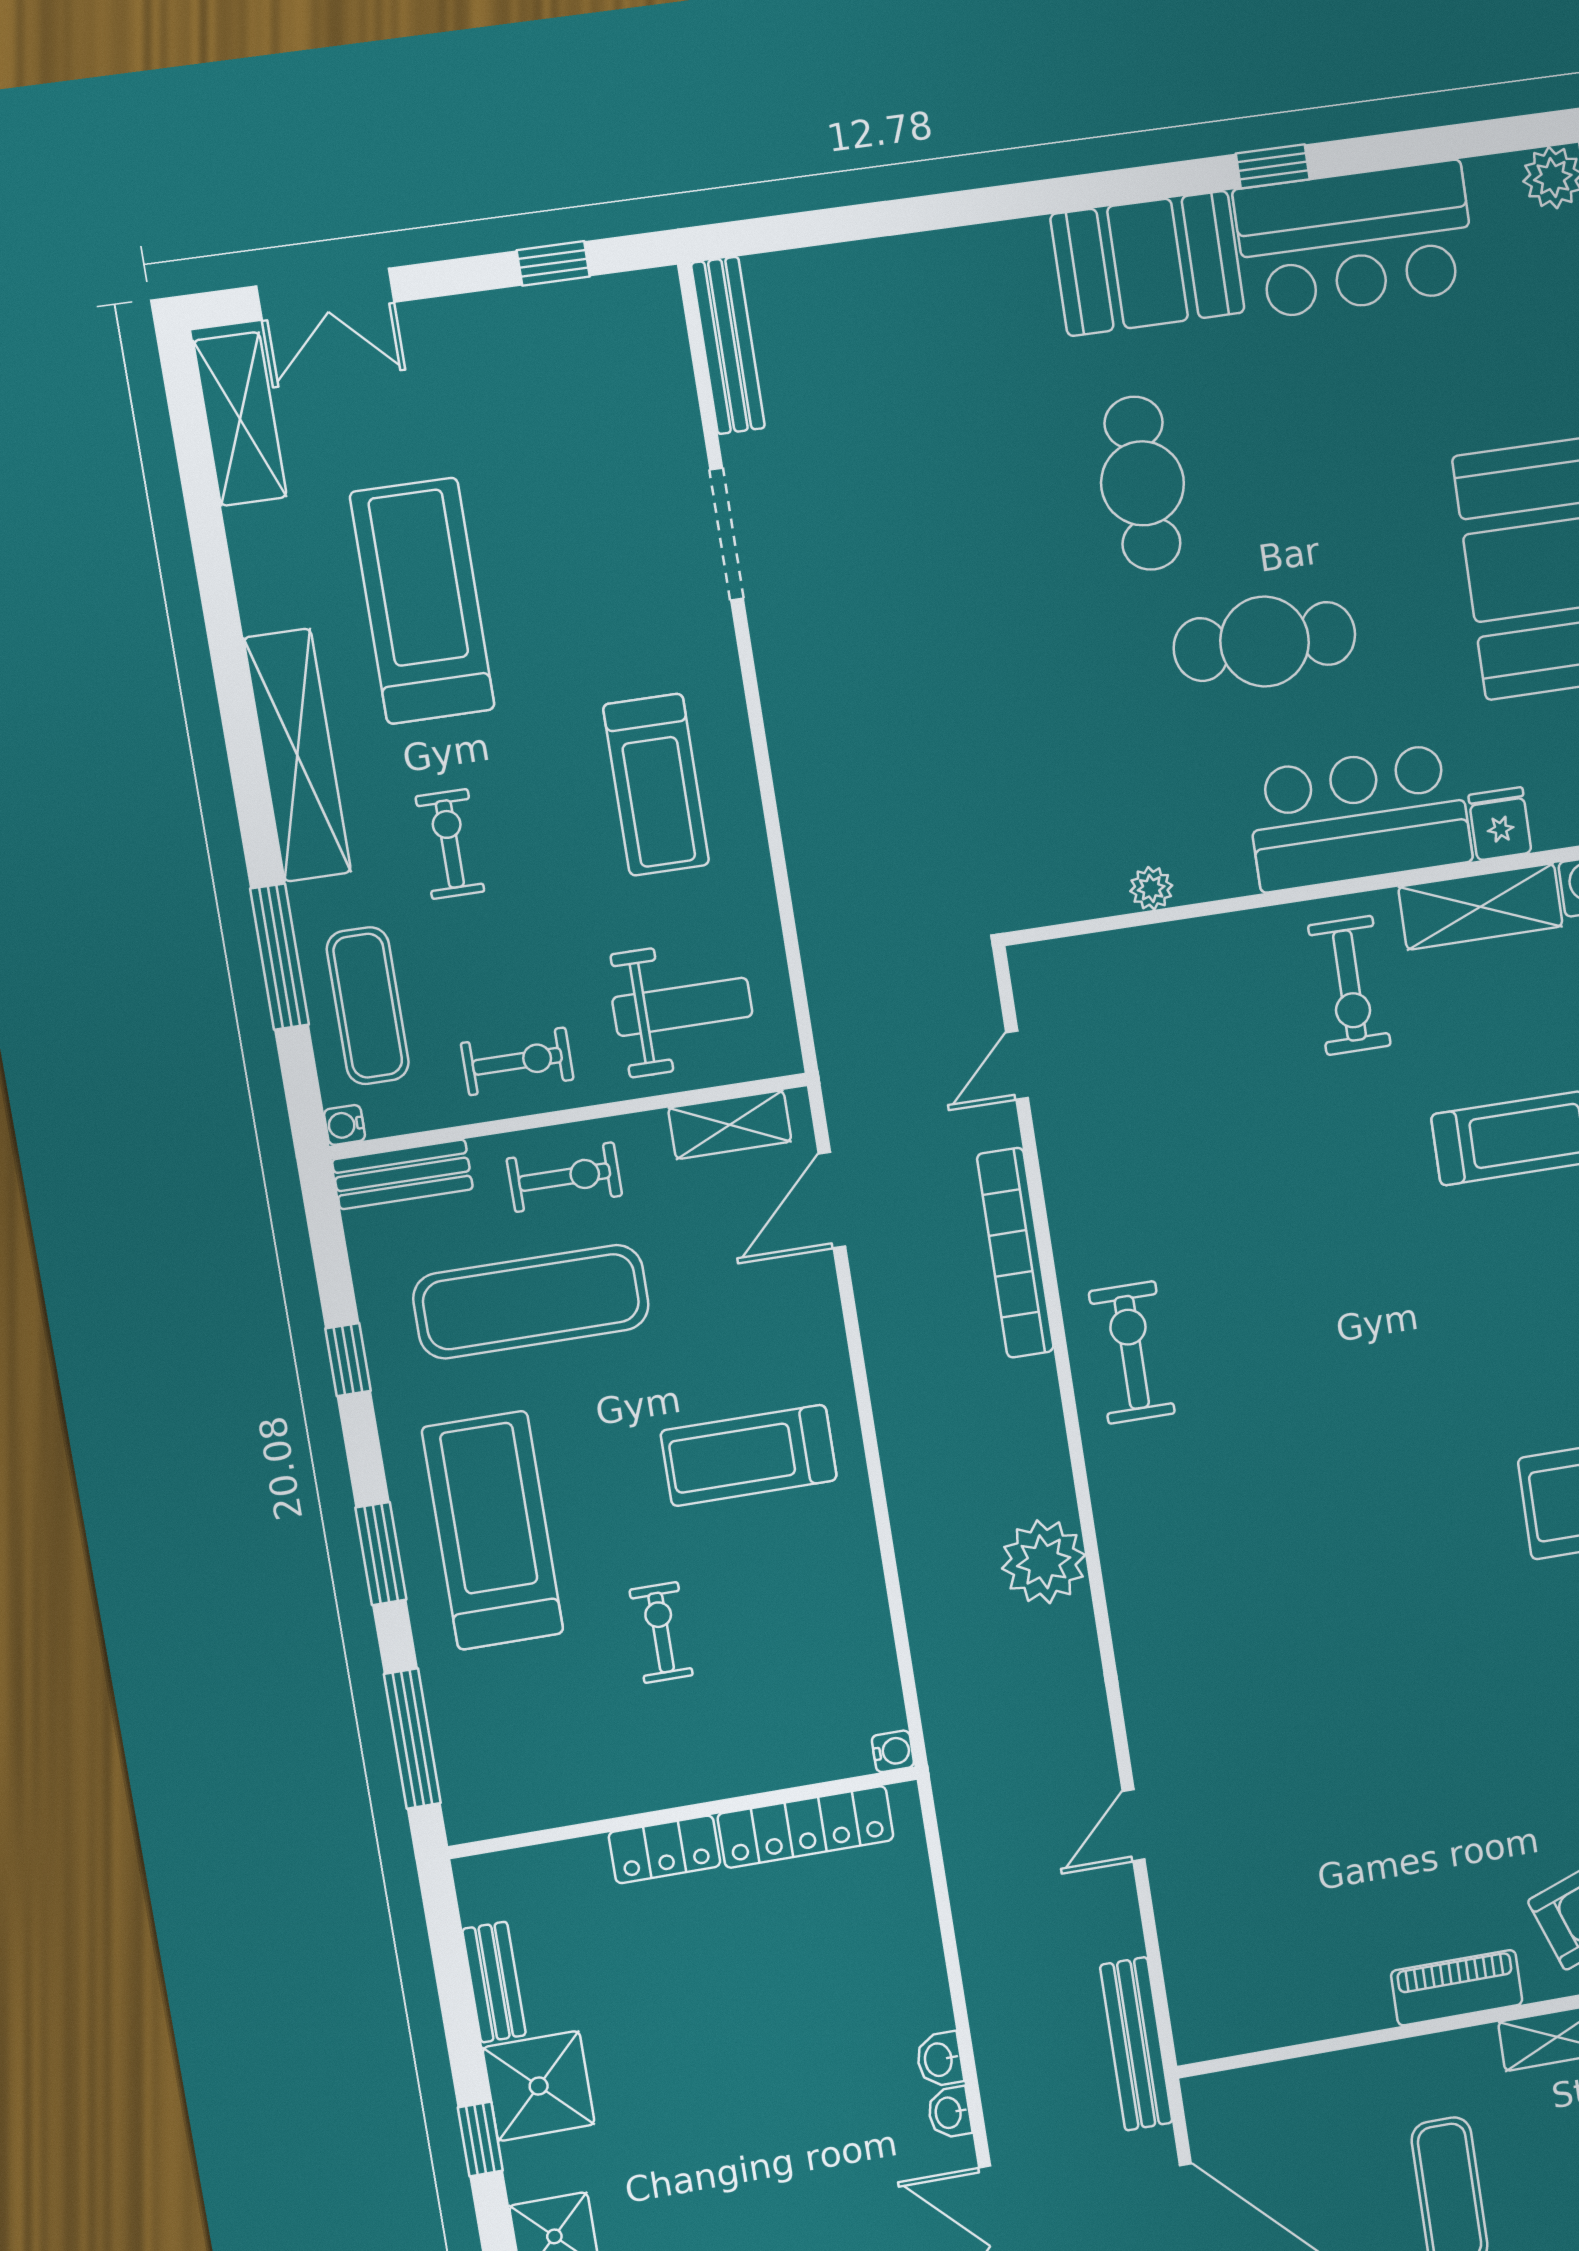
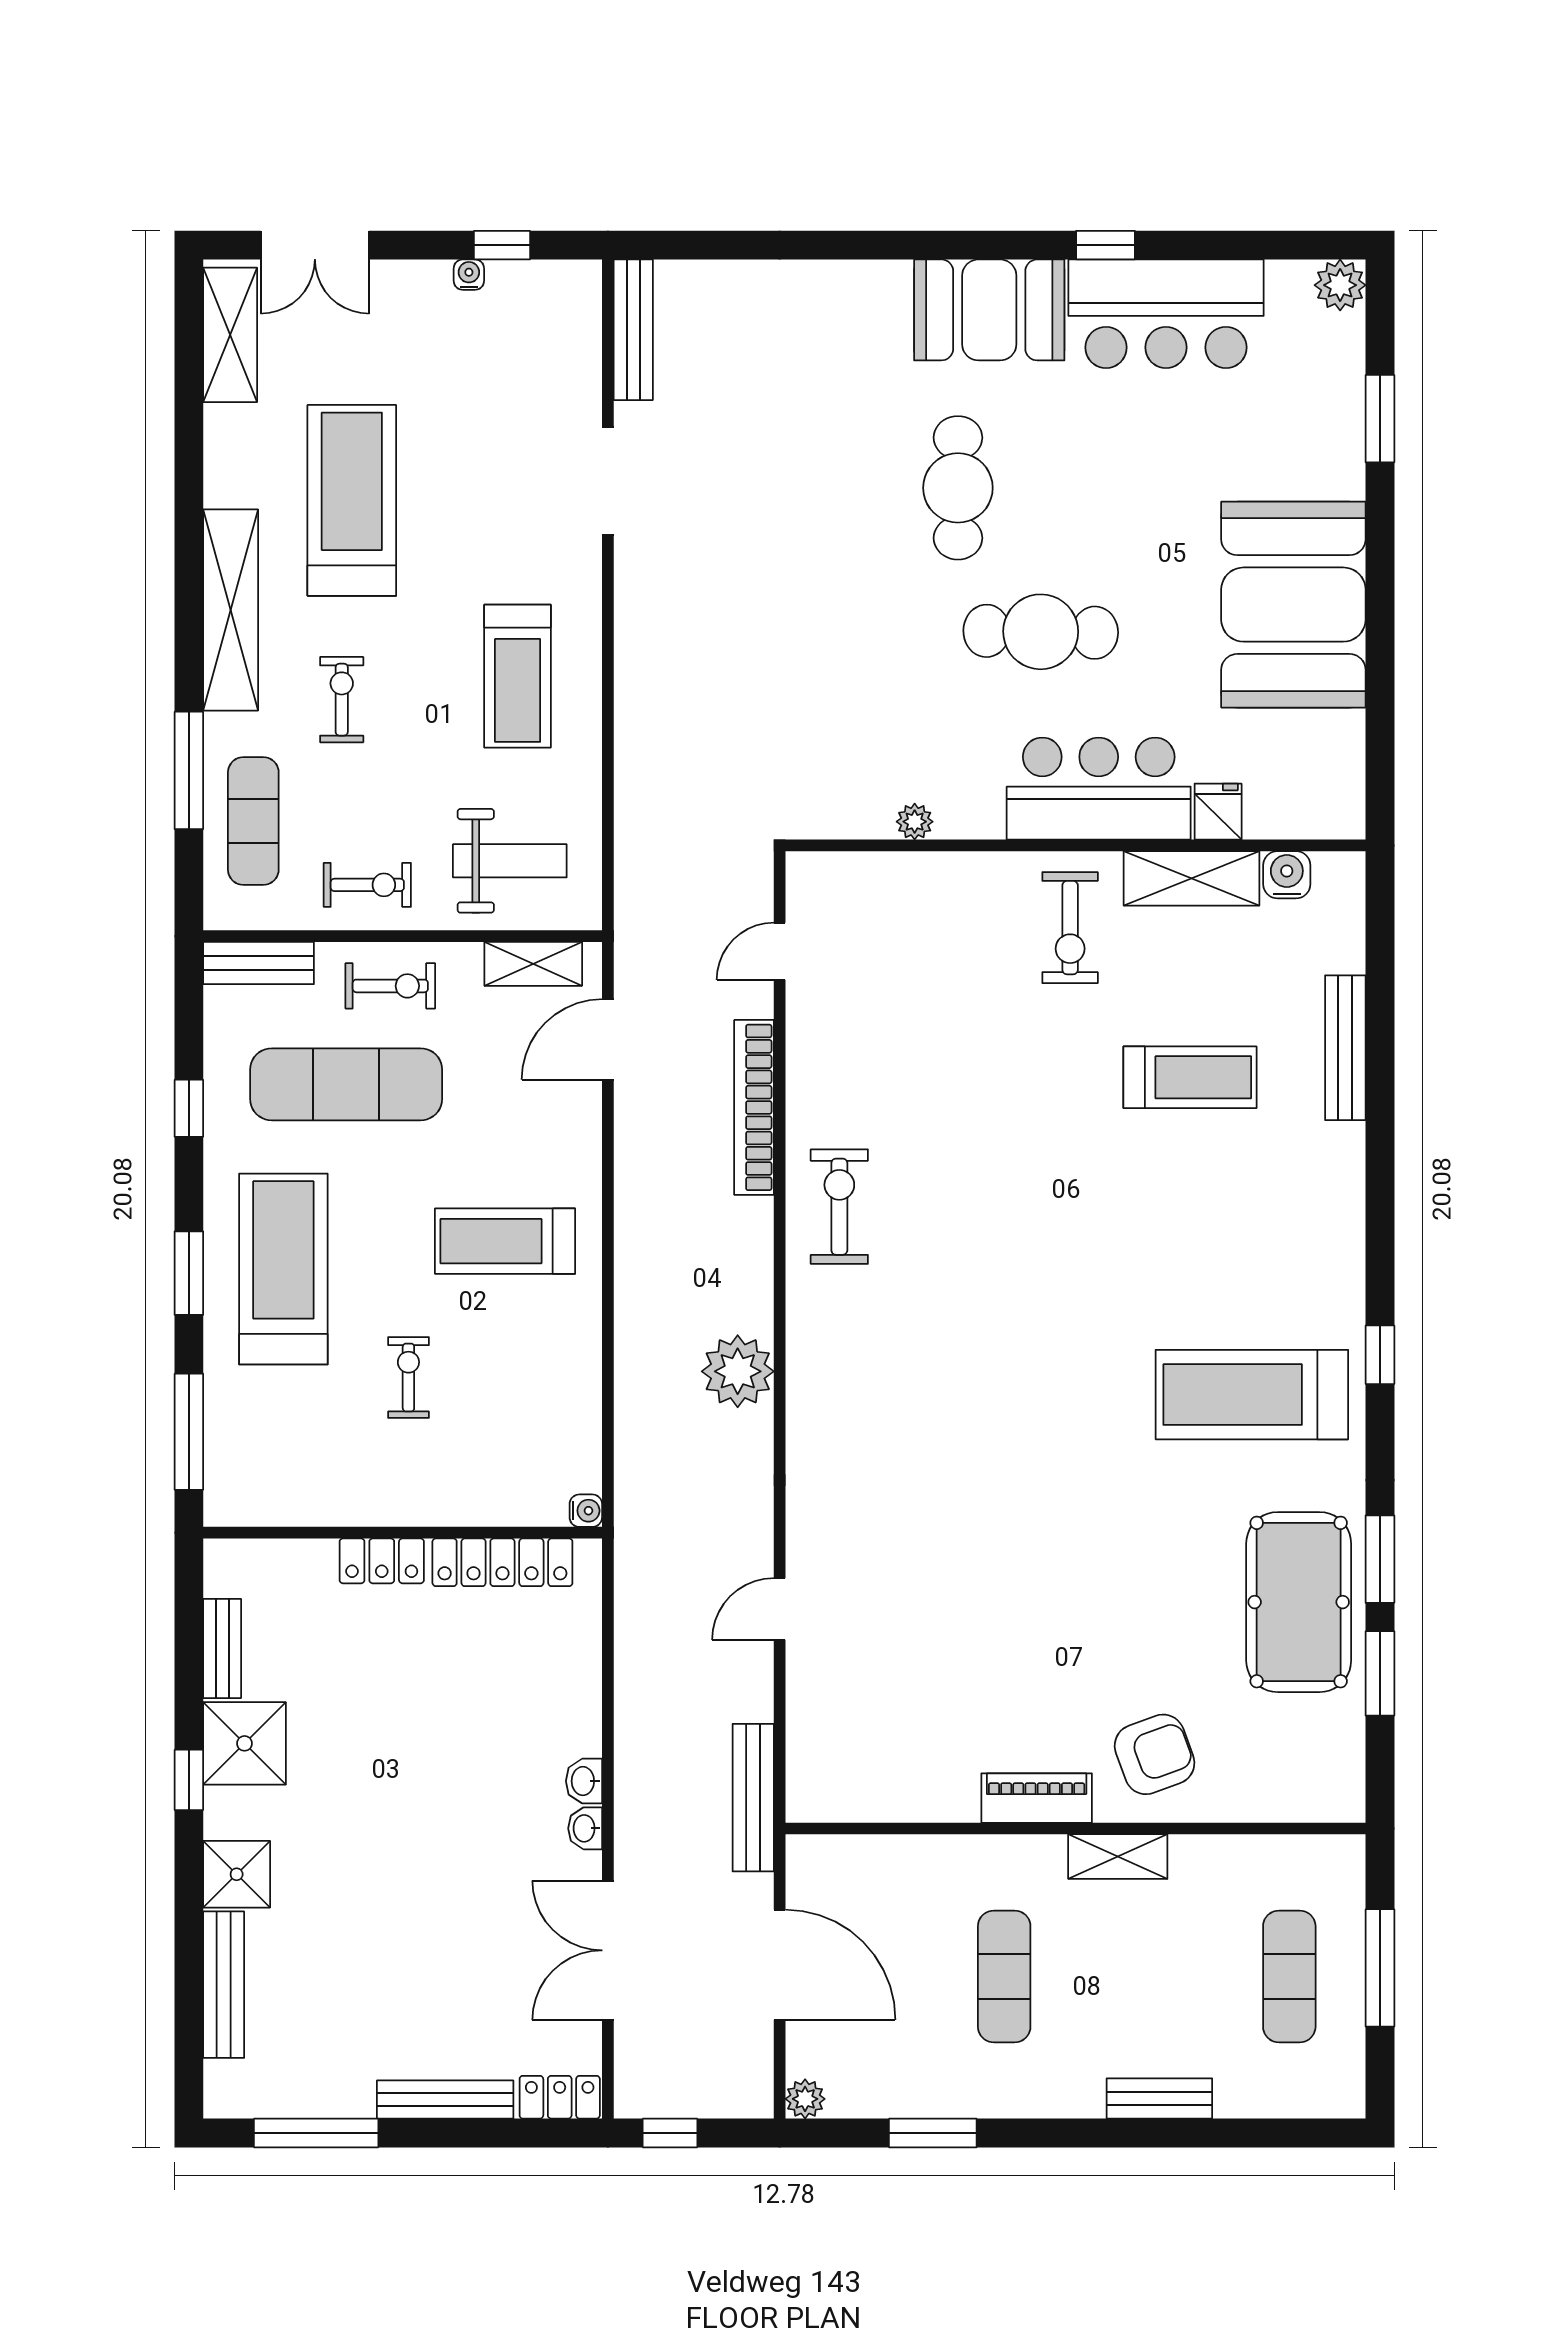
water cooler: (345, 1125) -> (469, 275), moved, turned 90

